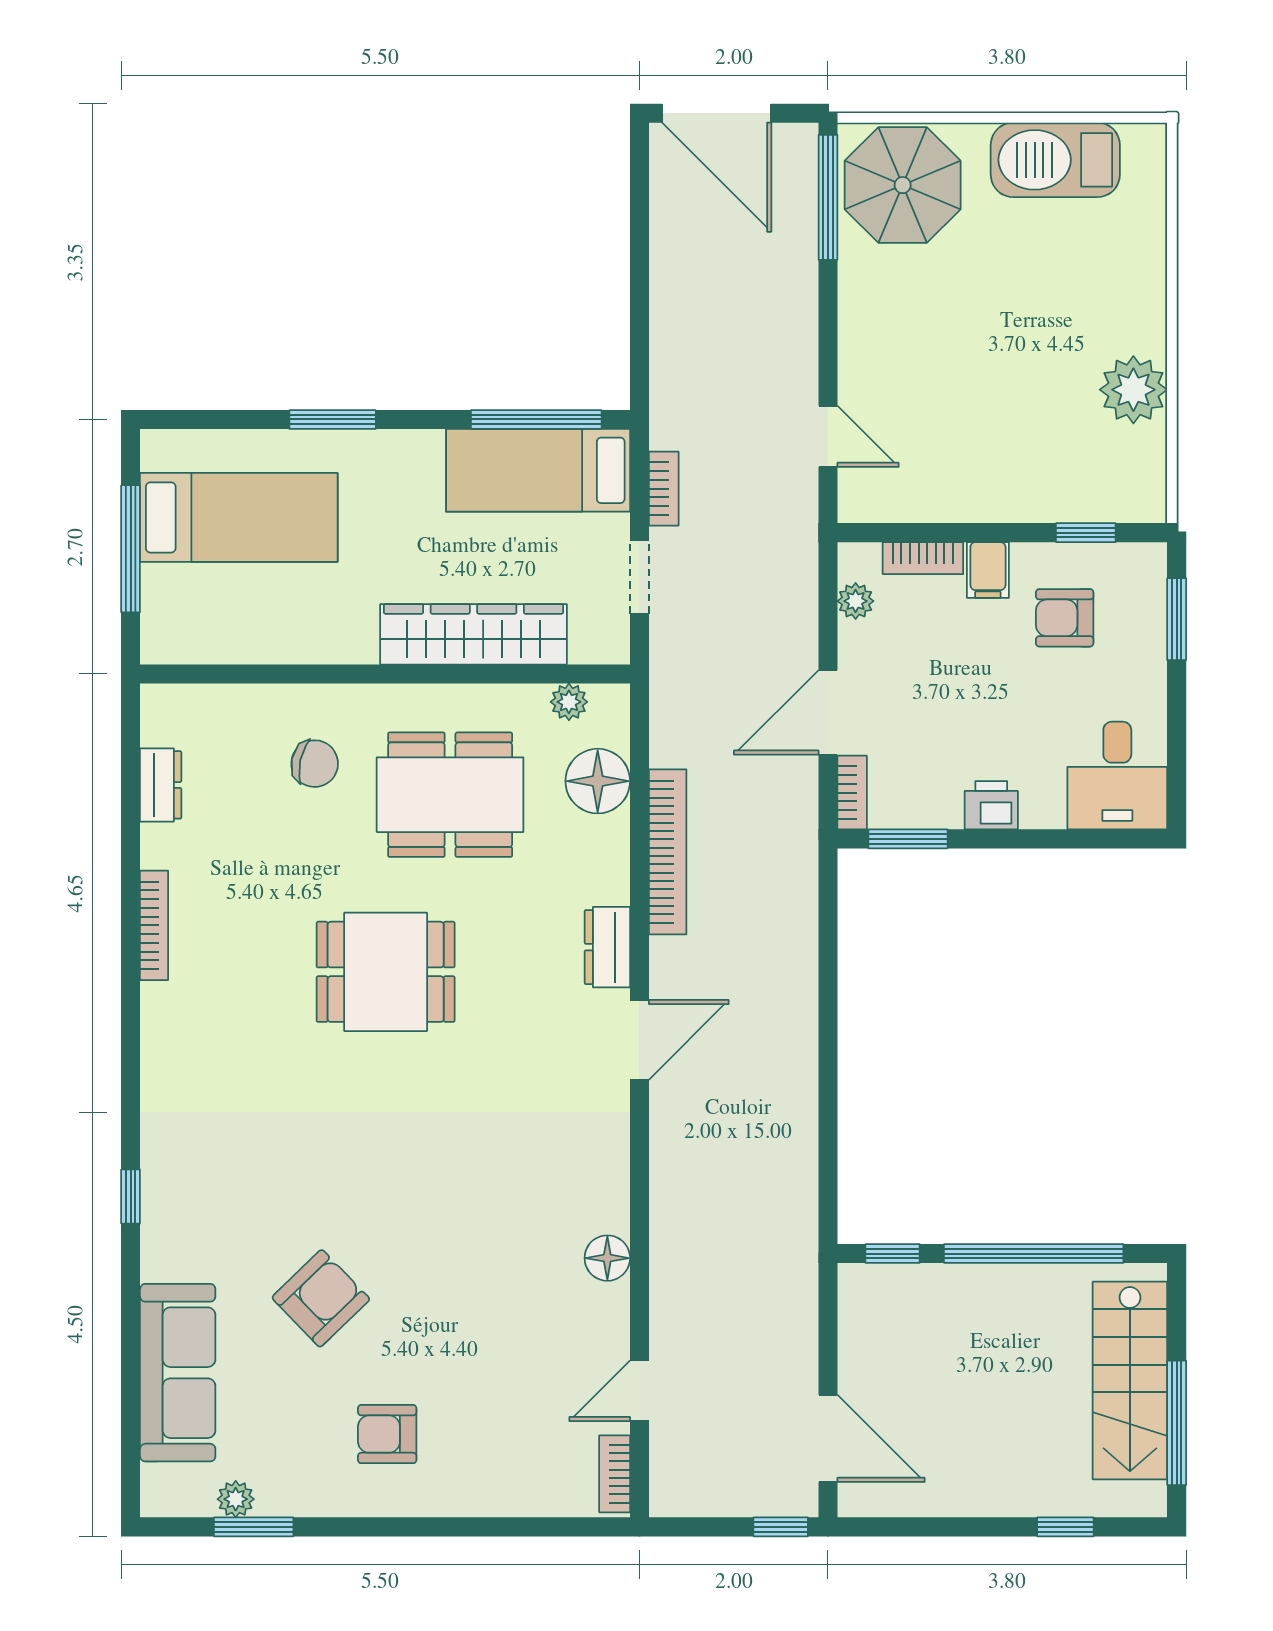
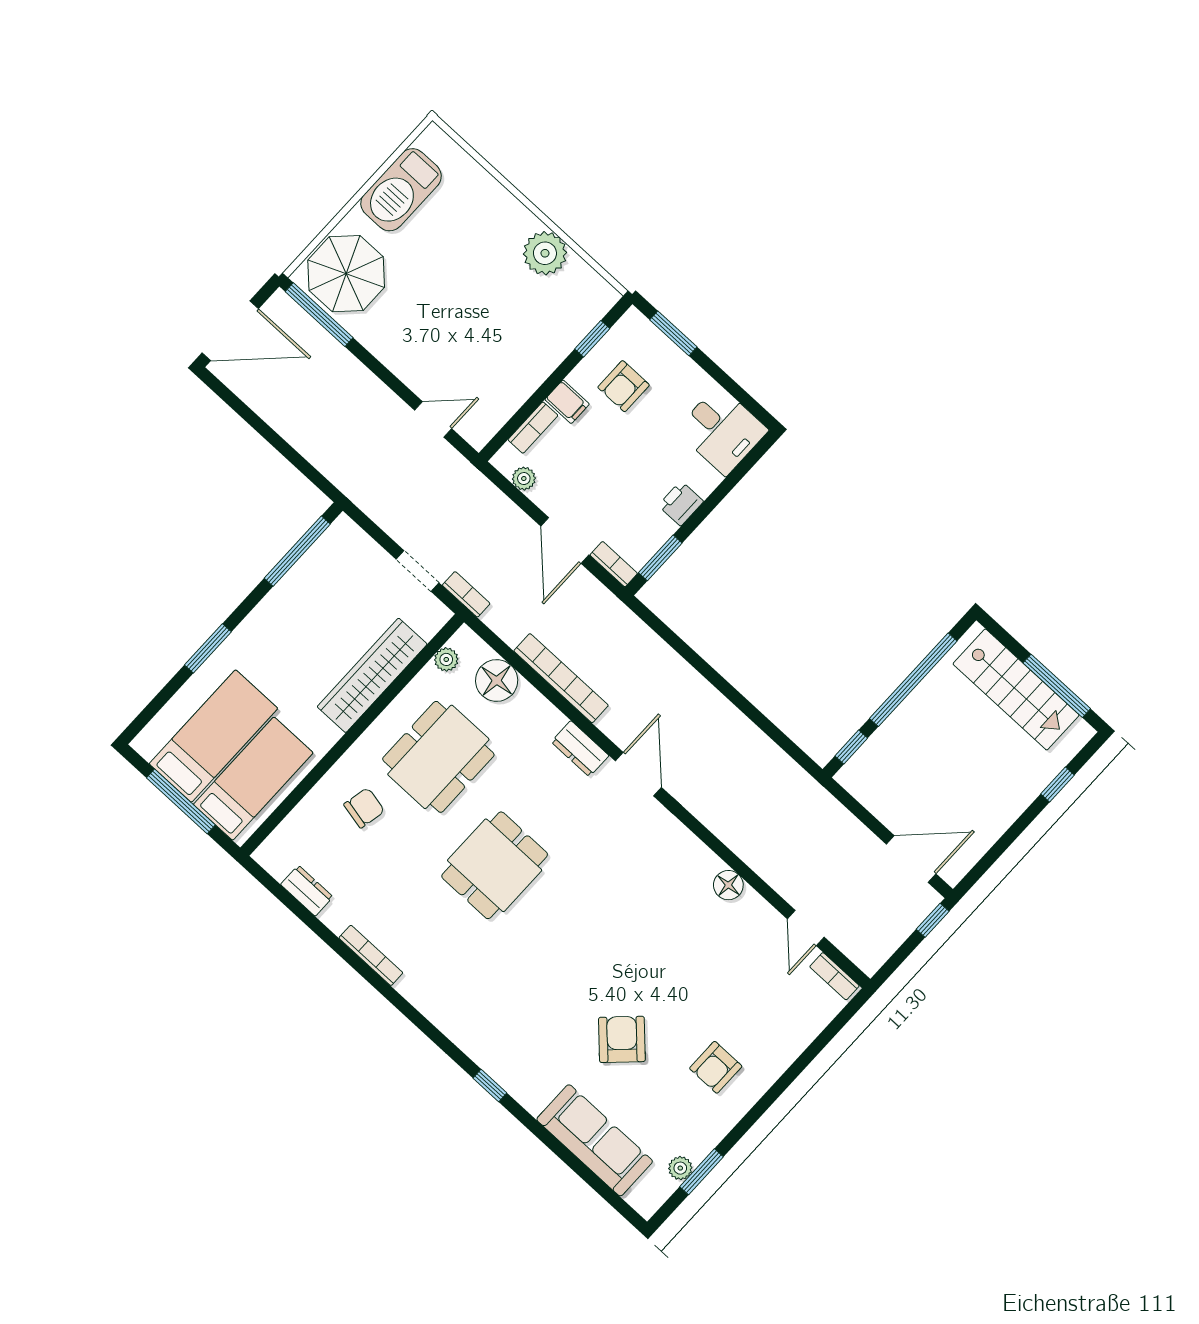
bed: (538, 470) -> (253, 779), moved, turned 180
bookcase: (664, 489) -> (466, 594), moved

